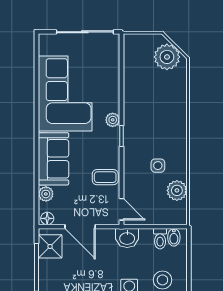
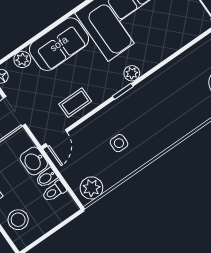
coffee table: (105, 177) -> (75, 103), turned 90
plant: (177, 190) -> (91, 188), moved
bidet: (174, 237) -> (46, 178), moved

